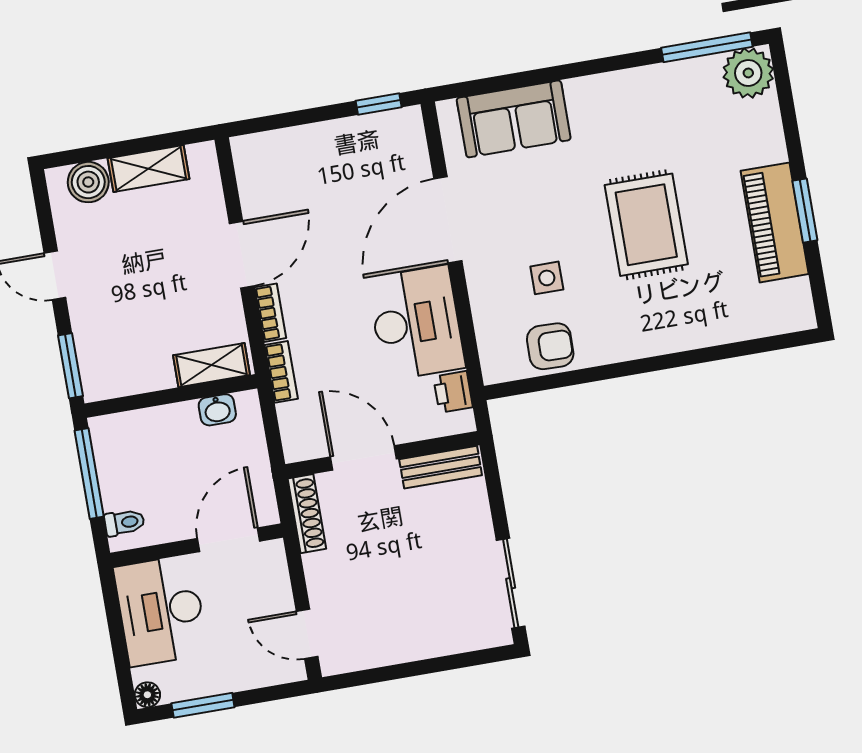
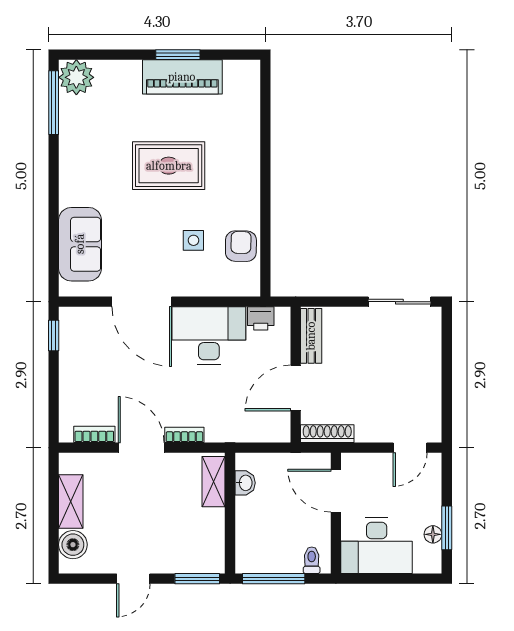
bookcase: (281, 372) -> (94, 434), moved
floor lamp: (147, 695) -> (433, 534), moved

